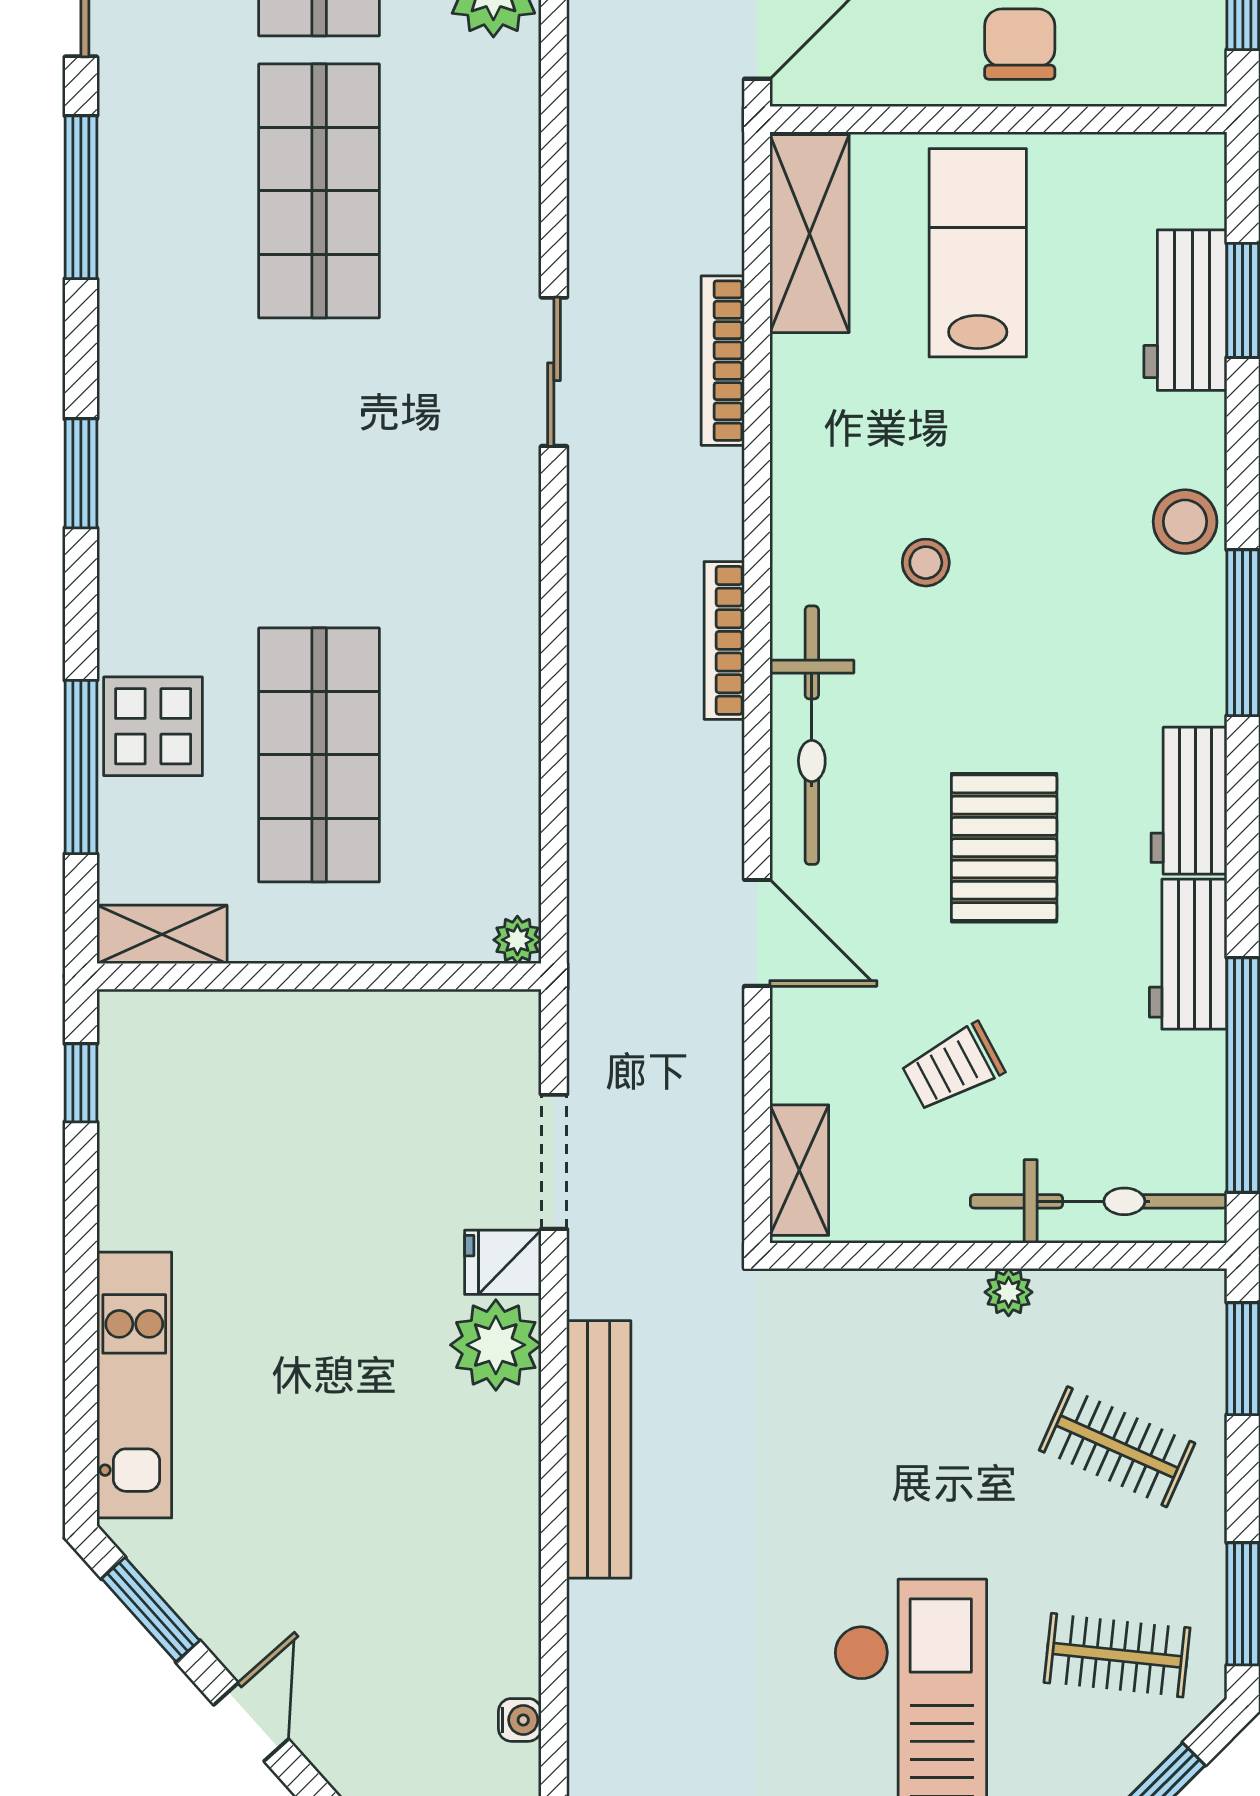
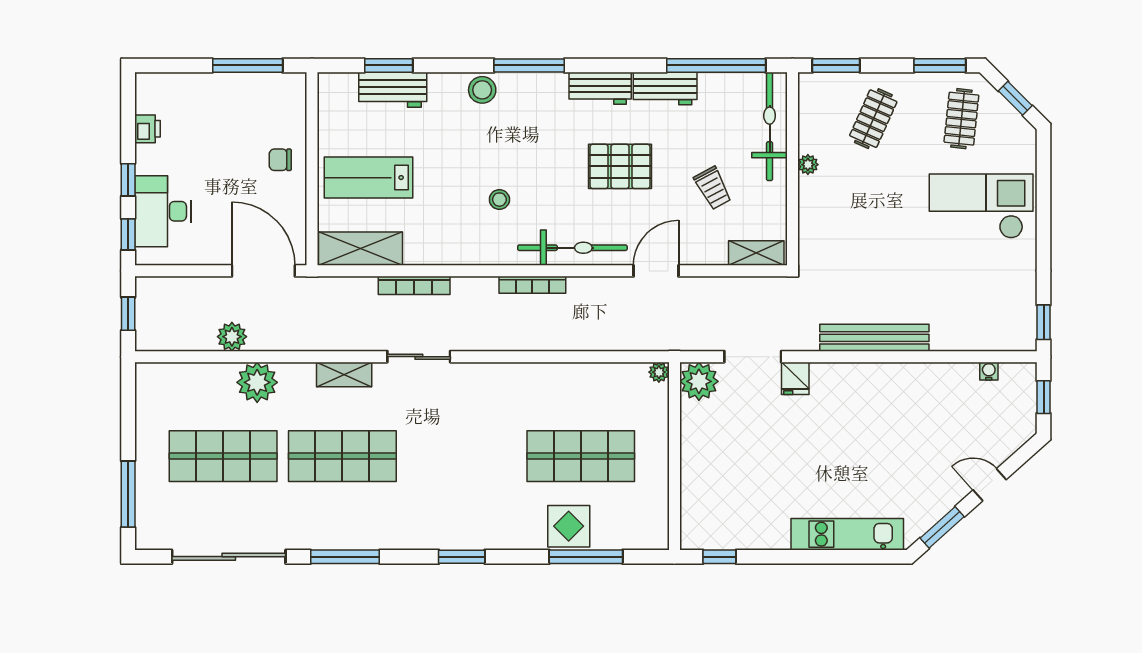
chair: (1020, 44) -> (280, 160), width x0.73, depth x0.73
shelving: (162, 934) -> (344, 374), moved, turned 90
plant: (496, 1345) -> (699, 381), moved

